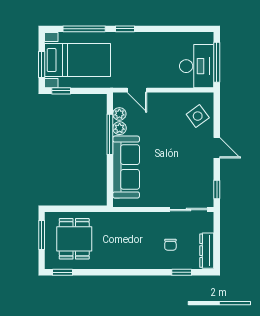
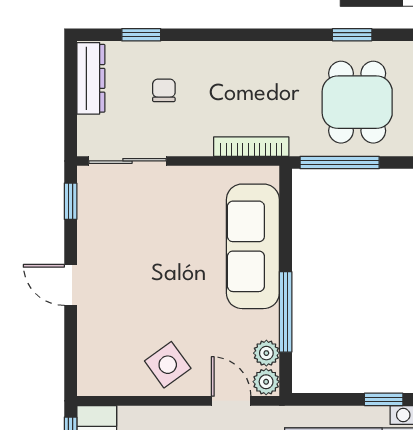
side table: (198, 116) -> (168, 365), moved
plant: (120, 128) -> (266, 382), moved
window: (83, 209) -> (340, 163), added
bookcase: (127, 217) -> (251, 147), added
window: (63, 272) -> (352, 35), moved

